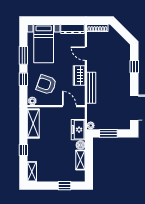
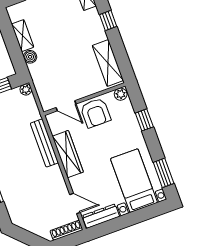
door: (86, 54) -> (75, 203), moved
window: (23, 55) -> (164, 173), moved
wardrobe: (79, 75) -> (68, 154), width x1.50
armchair: (46, 85) -> (96, 113), moved, turned 71
freezer: (78, 130) -> (41, 77), removed

